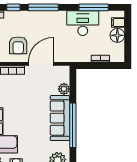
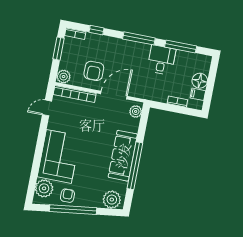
window: (43, 7) -> (139, 38), moved
desk: (83, 23) -> (162, 60), width x0.73
filing cabinet: (118, 23) -> (198, 94), moved
plant: (64, 89) -> (136, 111), moved

